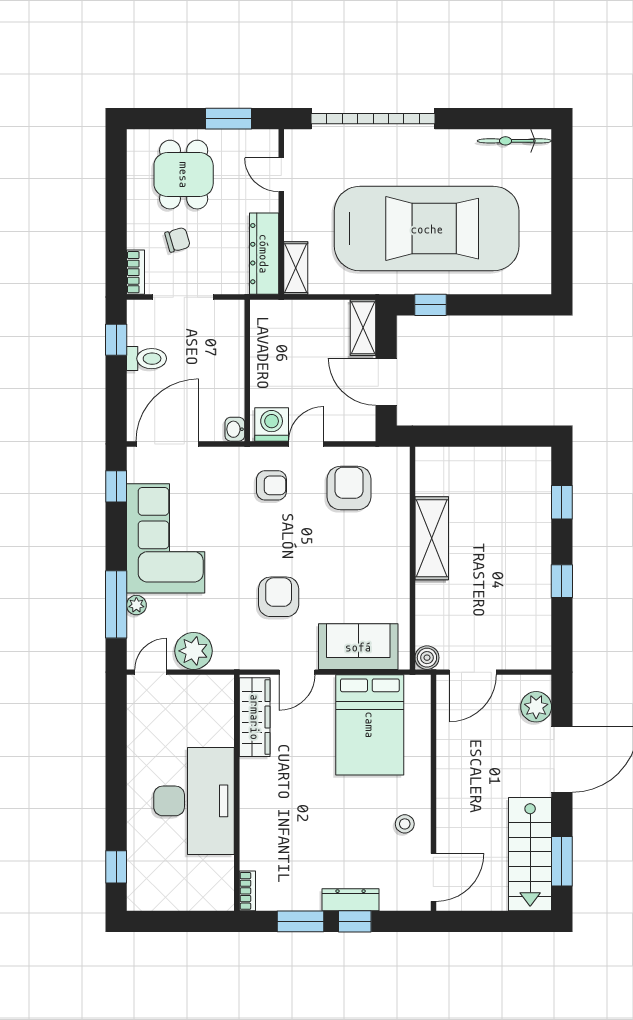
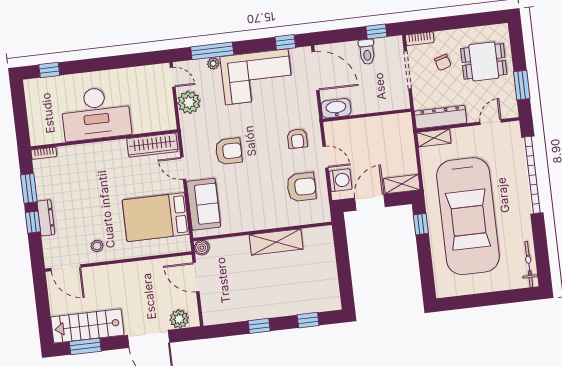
washing machine: (272, 424) -> (340, 180), moved
washbasin: (235, 429) -> (336, 108), width x1.91, depth x1.45

